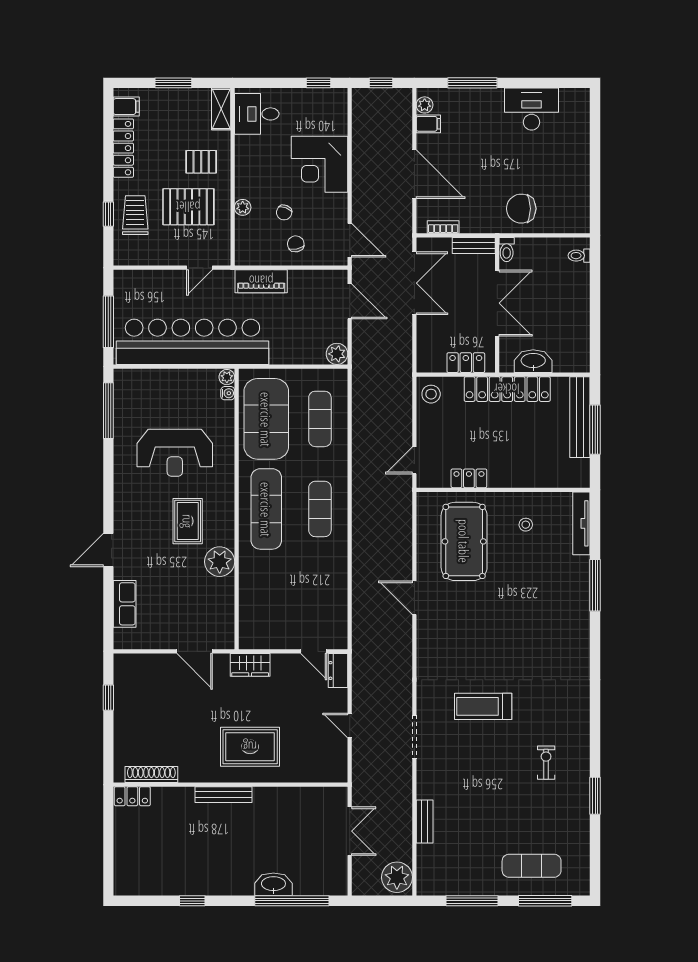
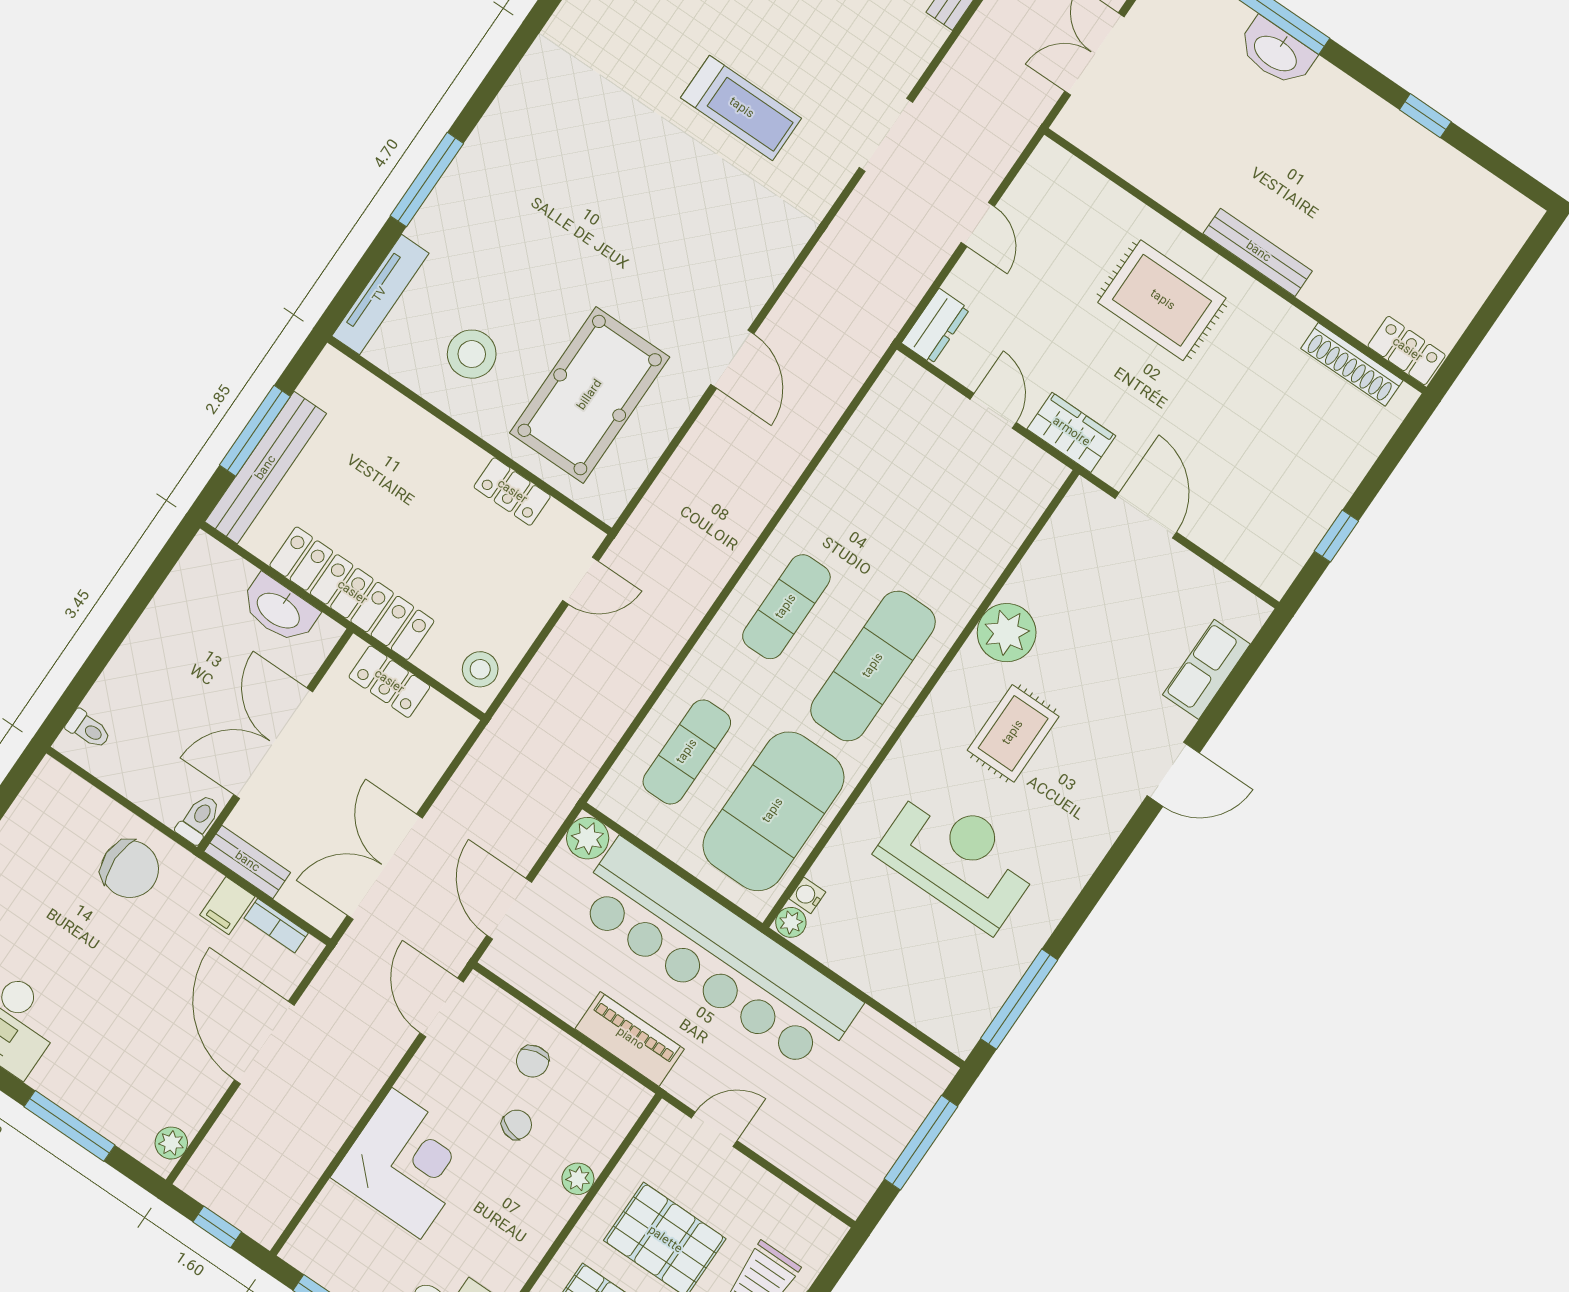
filing cabinet: (428, 124) -> (227, 906), moved, turned -90
bar counter: (192, 342) -> (717, 955), moved
stool: (526, 525) -> (472, 354), width x1.89, depth x1.89
door: (314, 651) -> (993, 411), moved

